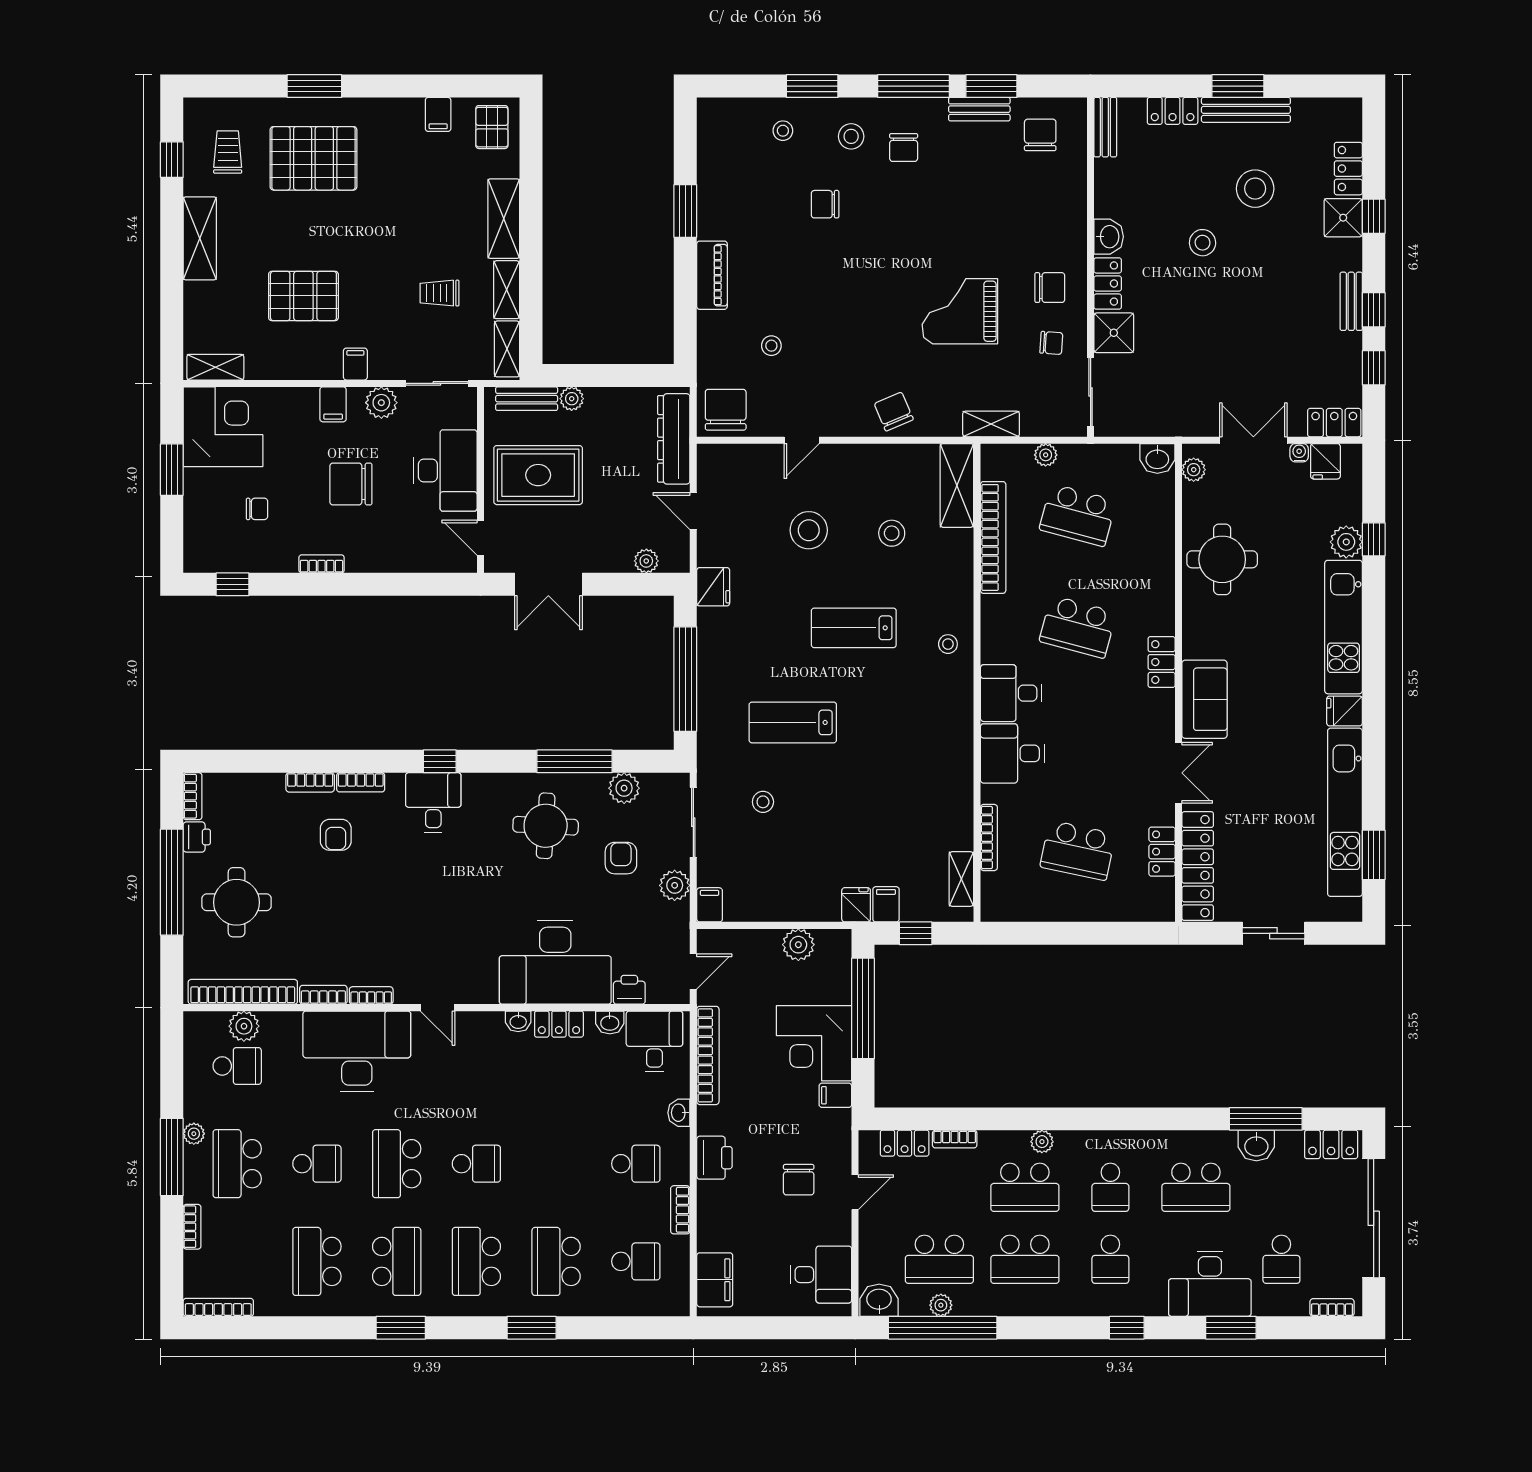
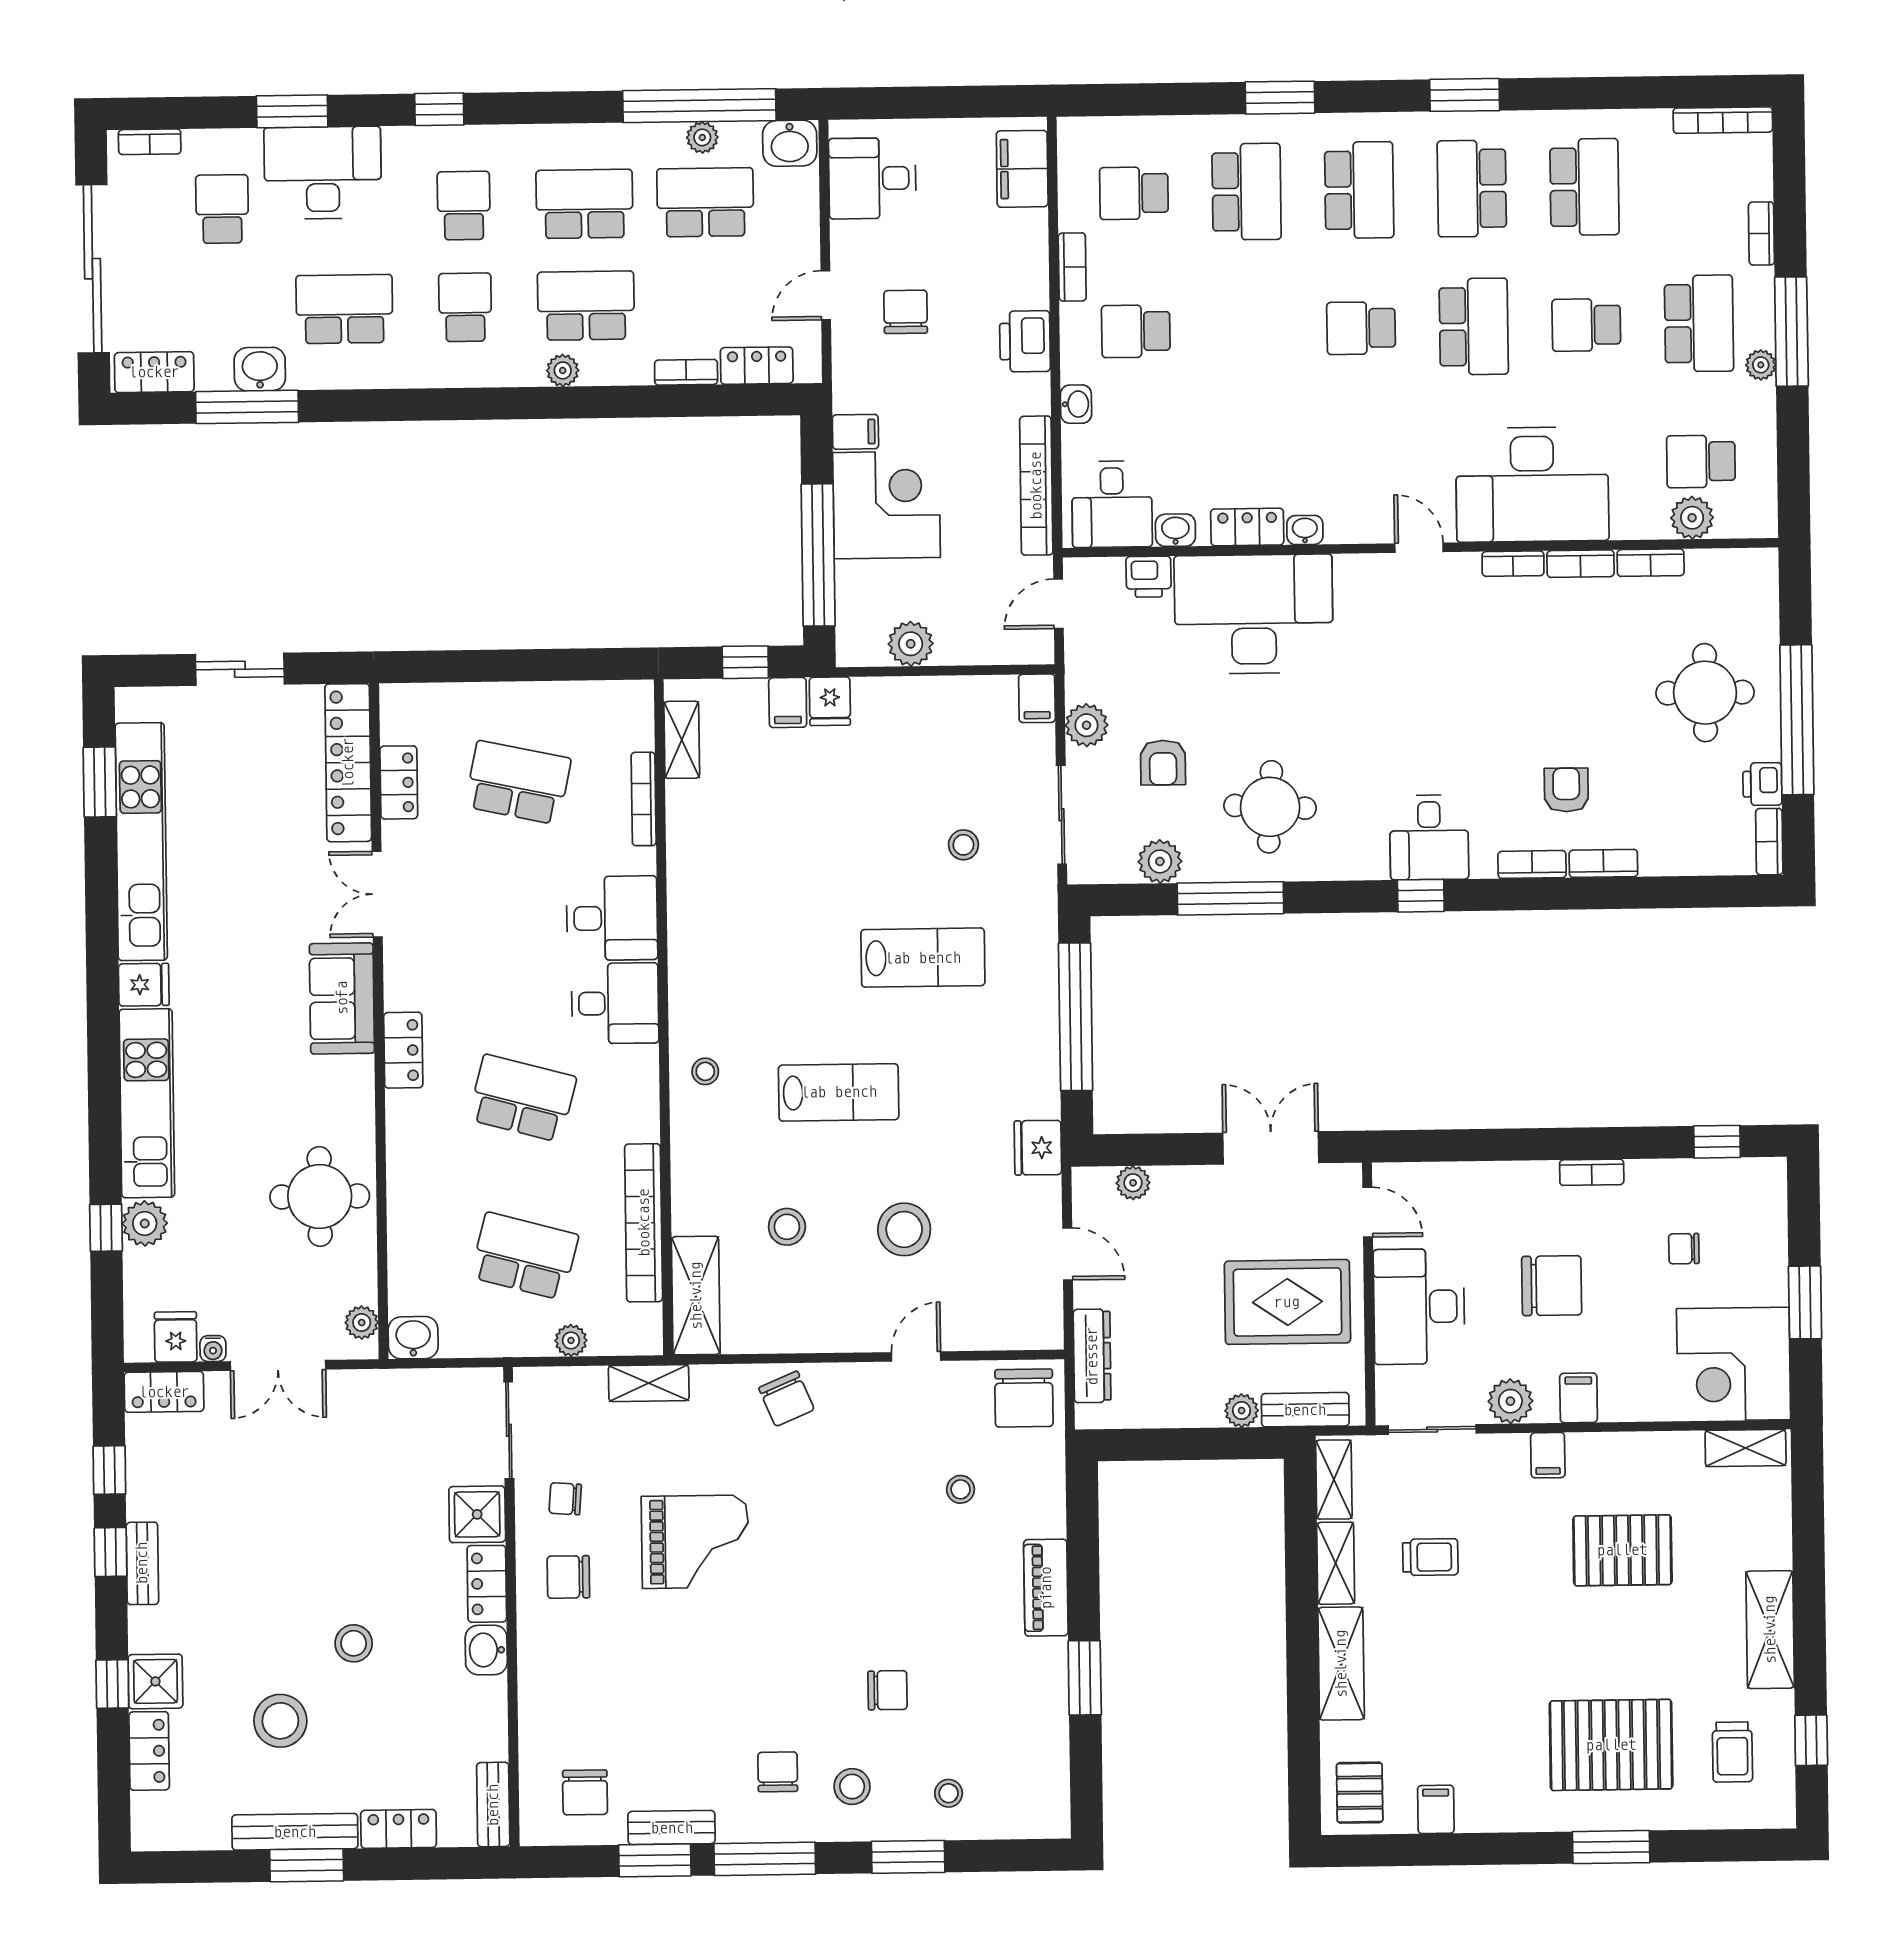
dresser: (674, 439) -> (1092, 1356), width x0.73, depth x0.80
bookcase: (243, 992) -> (1651, 563), width x0.43, depth x0.76

